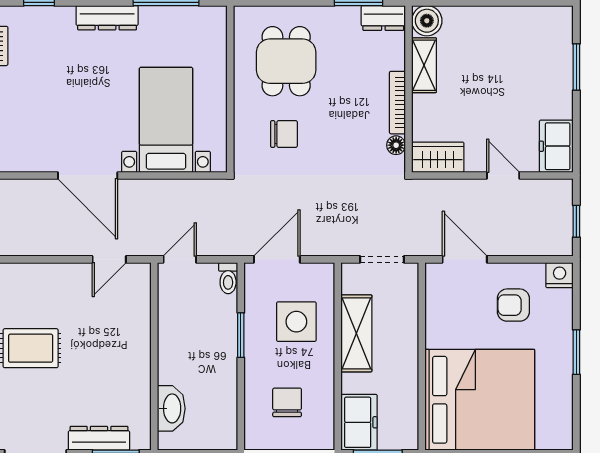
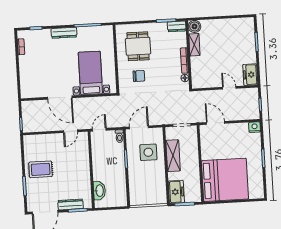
wardrobe: (438, 157) -> (202, 82), removed
armchair: (513, 305) -> (236, 140), removed
chair: (287, 402) -> (146, 185), removed

